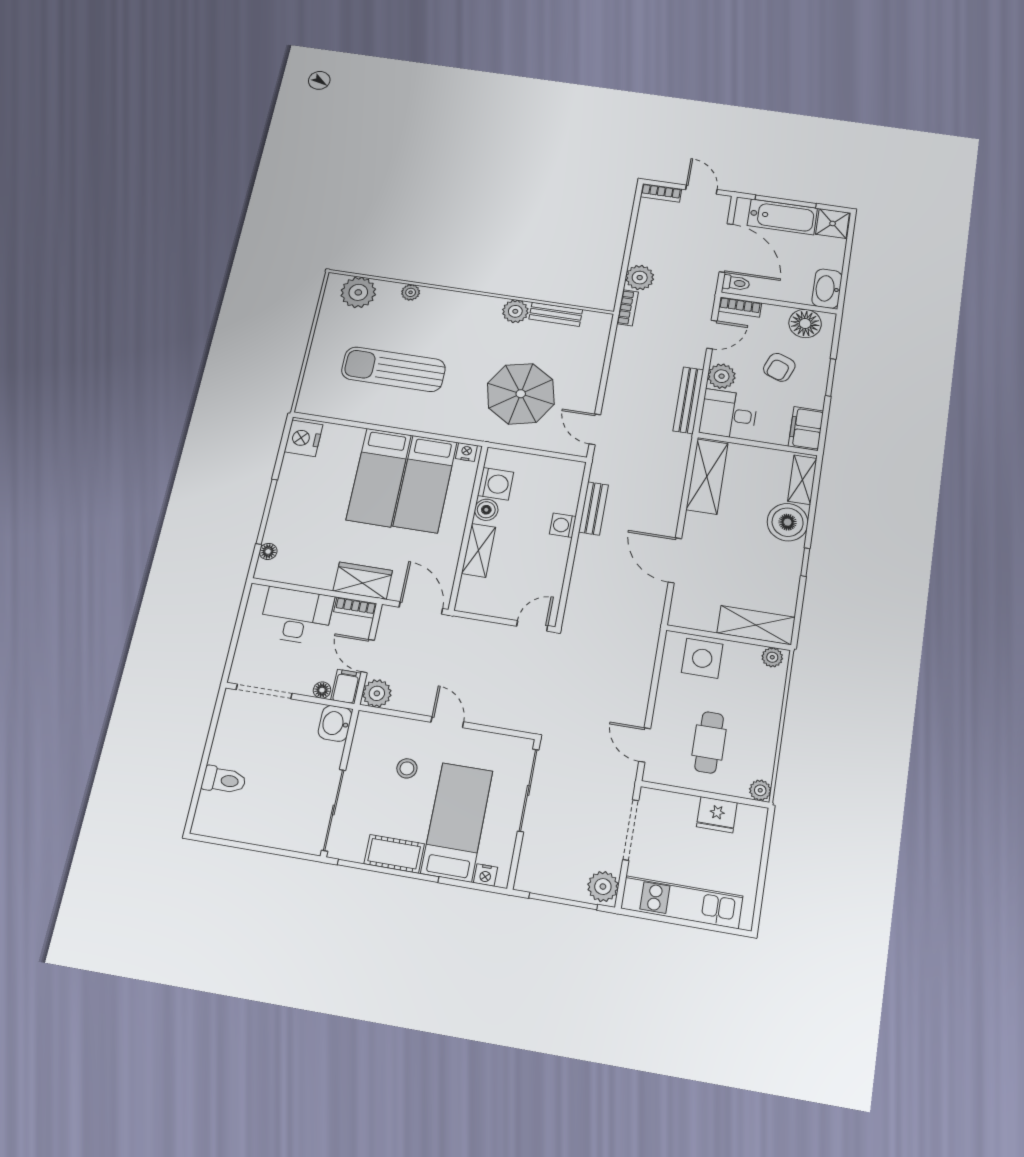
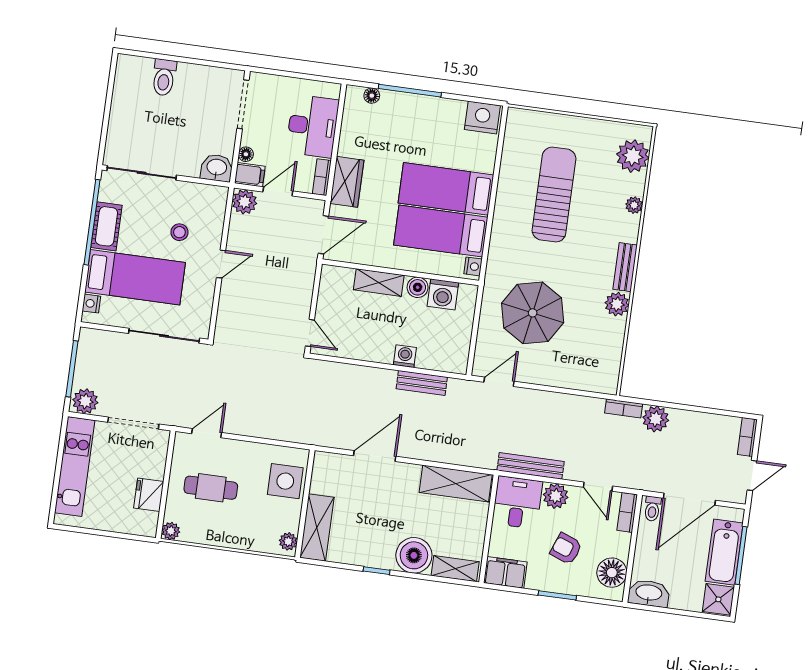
bench: (556, 314) -> (625, 267), moved

